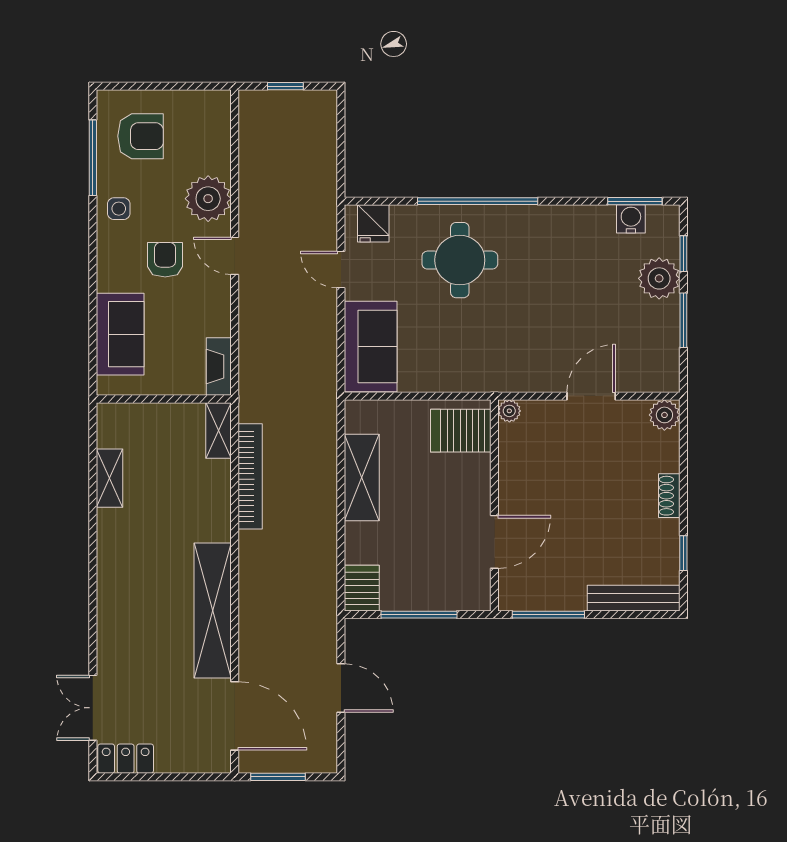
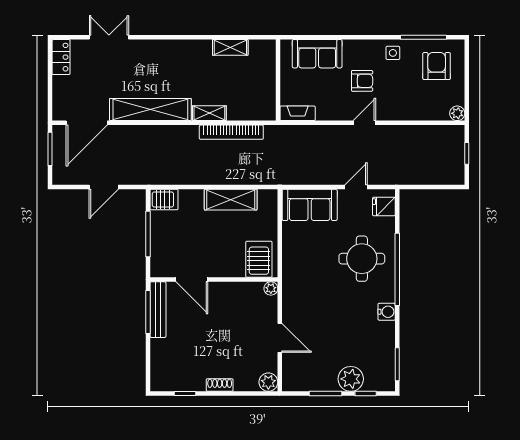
armchair: (141, 136) -> (437, 66), turned 180
plant: (208, 199) -> (457, 113), moved, width x0.53, depth x0.53
water cooler: (631, 219) -> (387, 312), moved
shelving: (219, 430) -> (209, 113), moved
bench: (634, 598) -> (158, 310), moved
double door: (93, 708) -> (109, 37), moved

